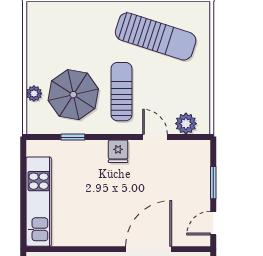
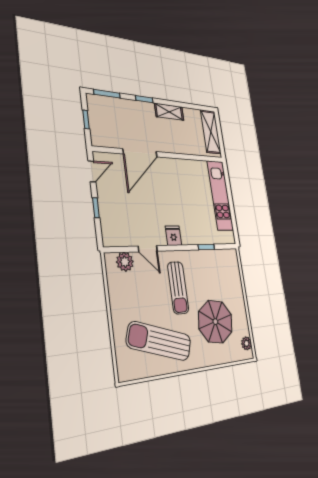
plant: (34, 94) -> (247, 343), moved
parasol: (73, 95) -> (215, 322), moved
window: (213, 183) -> (96, 208), width x0.67

